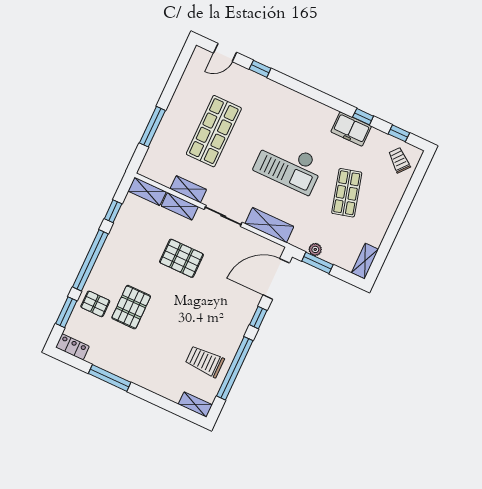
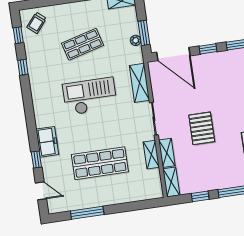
window: (152, 127) -> (87, 213), moved
freezer: (351, 129) -> (47, 142), moved
checkout: (289, 166) -> (90, 96), turned -90

